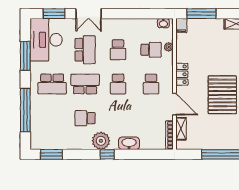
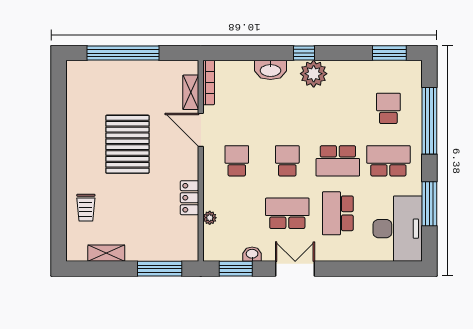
window: (54, 14) -> (236, 269), moved
double door: (89, 14) -> (295, 269), moved
washbasin: (163, 23) -> (252, 254), moved
filing cabinet: (181, 26) -> (190, 250), removed
school desk: (118, 50) -> (287, 213), width x1.85
school desk: (151, 50) -> (237, 213), removed
locker: (182, 74) -> (189, 198), moved
school desk: (85, 118) -> (388, 108), moved, turned -90

